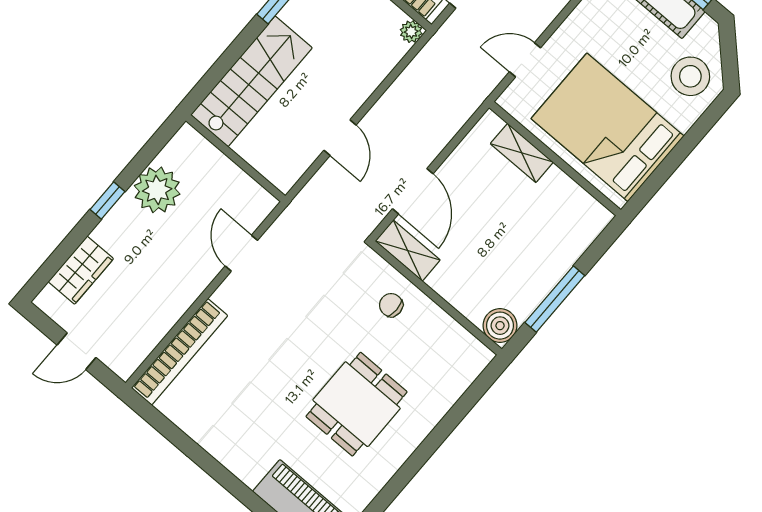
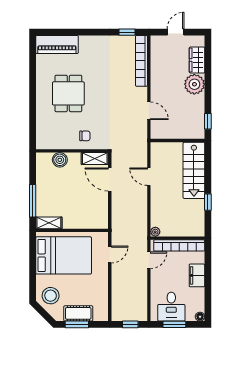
shelving: (522, 153) -> (49, 223), moved
plant: (157, 190) -> (194, 84), moved
window: (108, 201) -> (208, 121), moved
window: (555, 299) -> (33, 201), moved
boiler: (500, 326) -> (60, 160), moved
window: (162, 424) -> (127, 32), added

